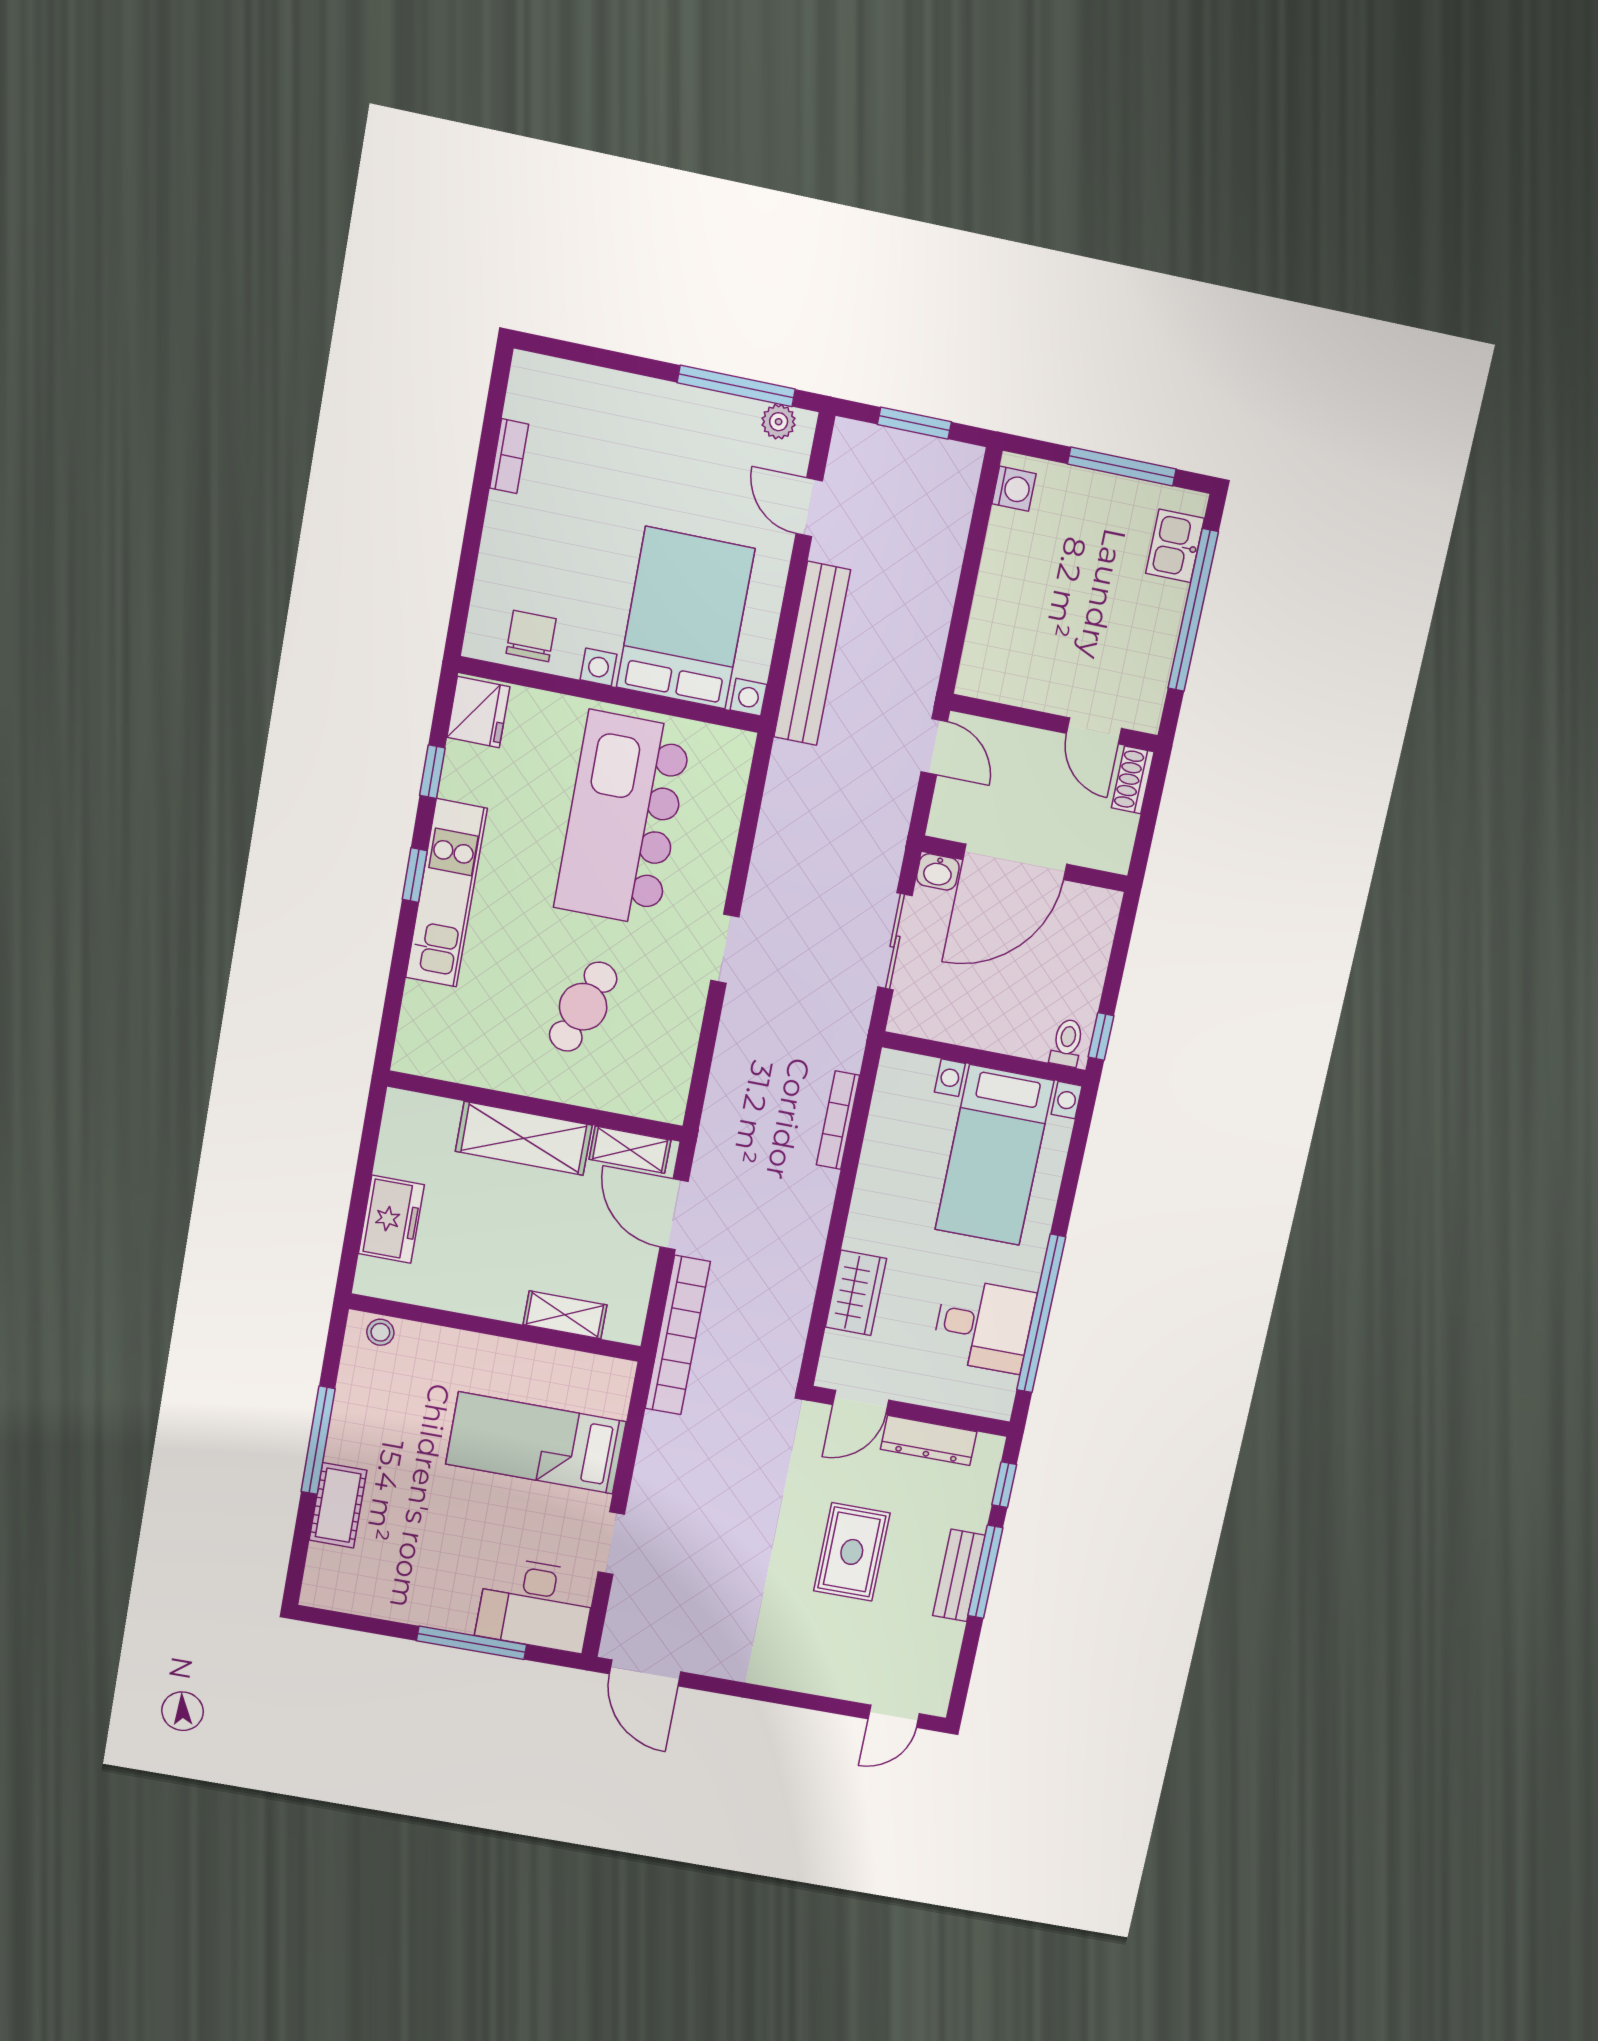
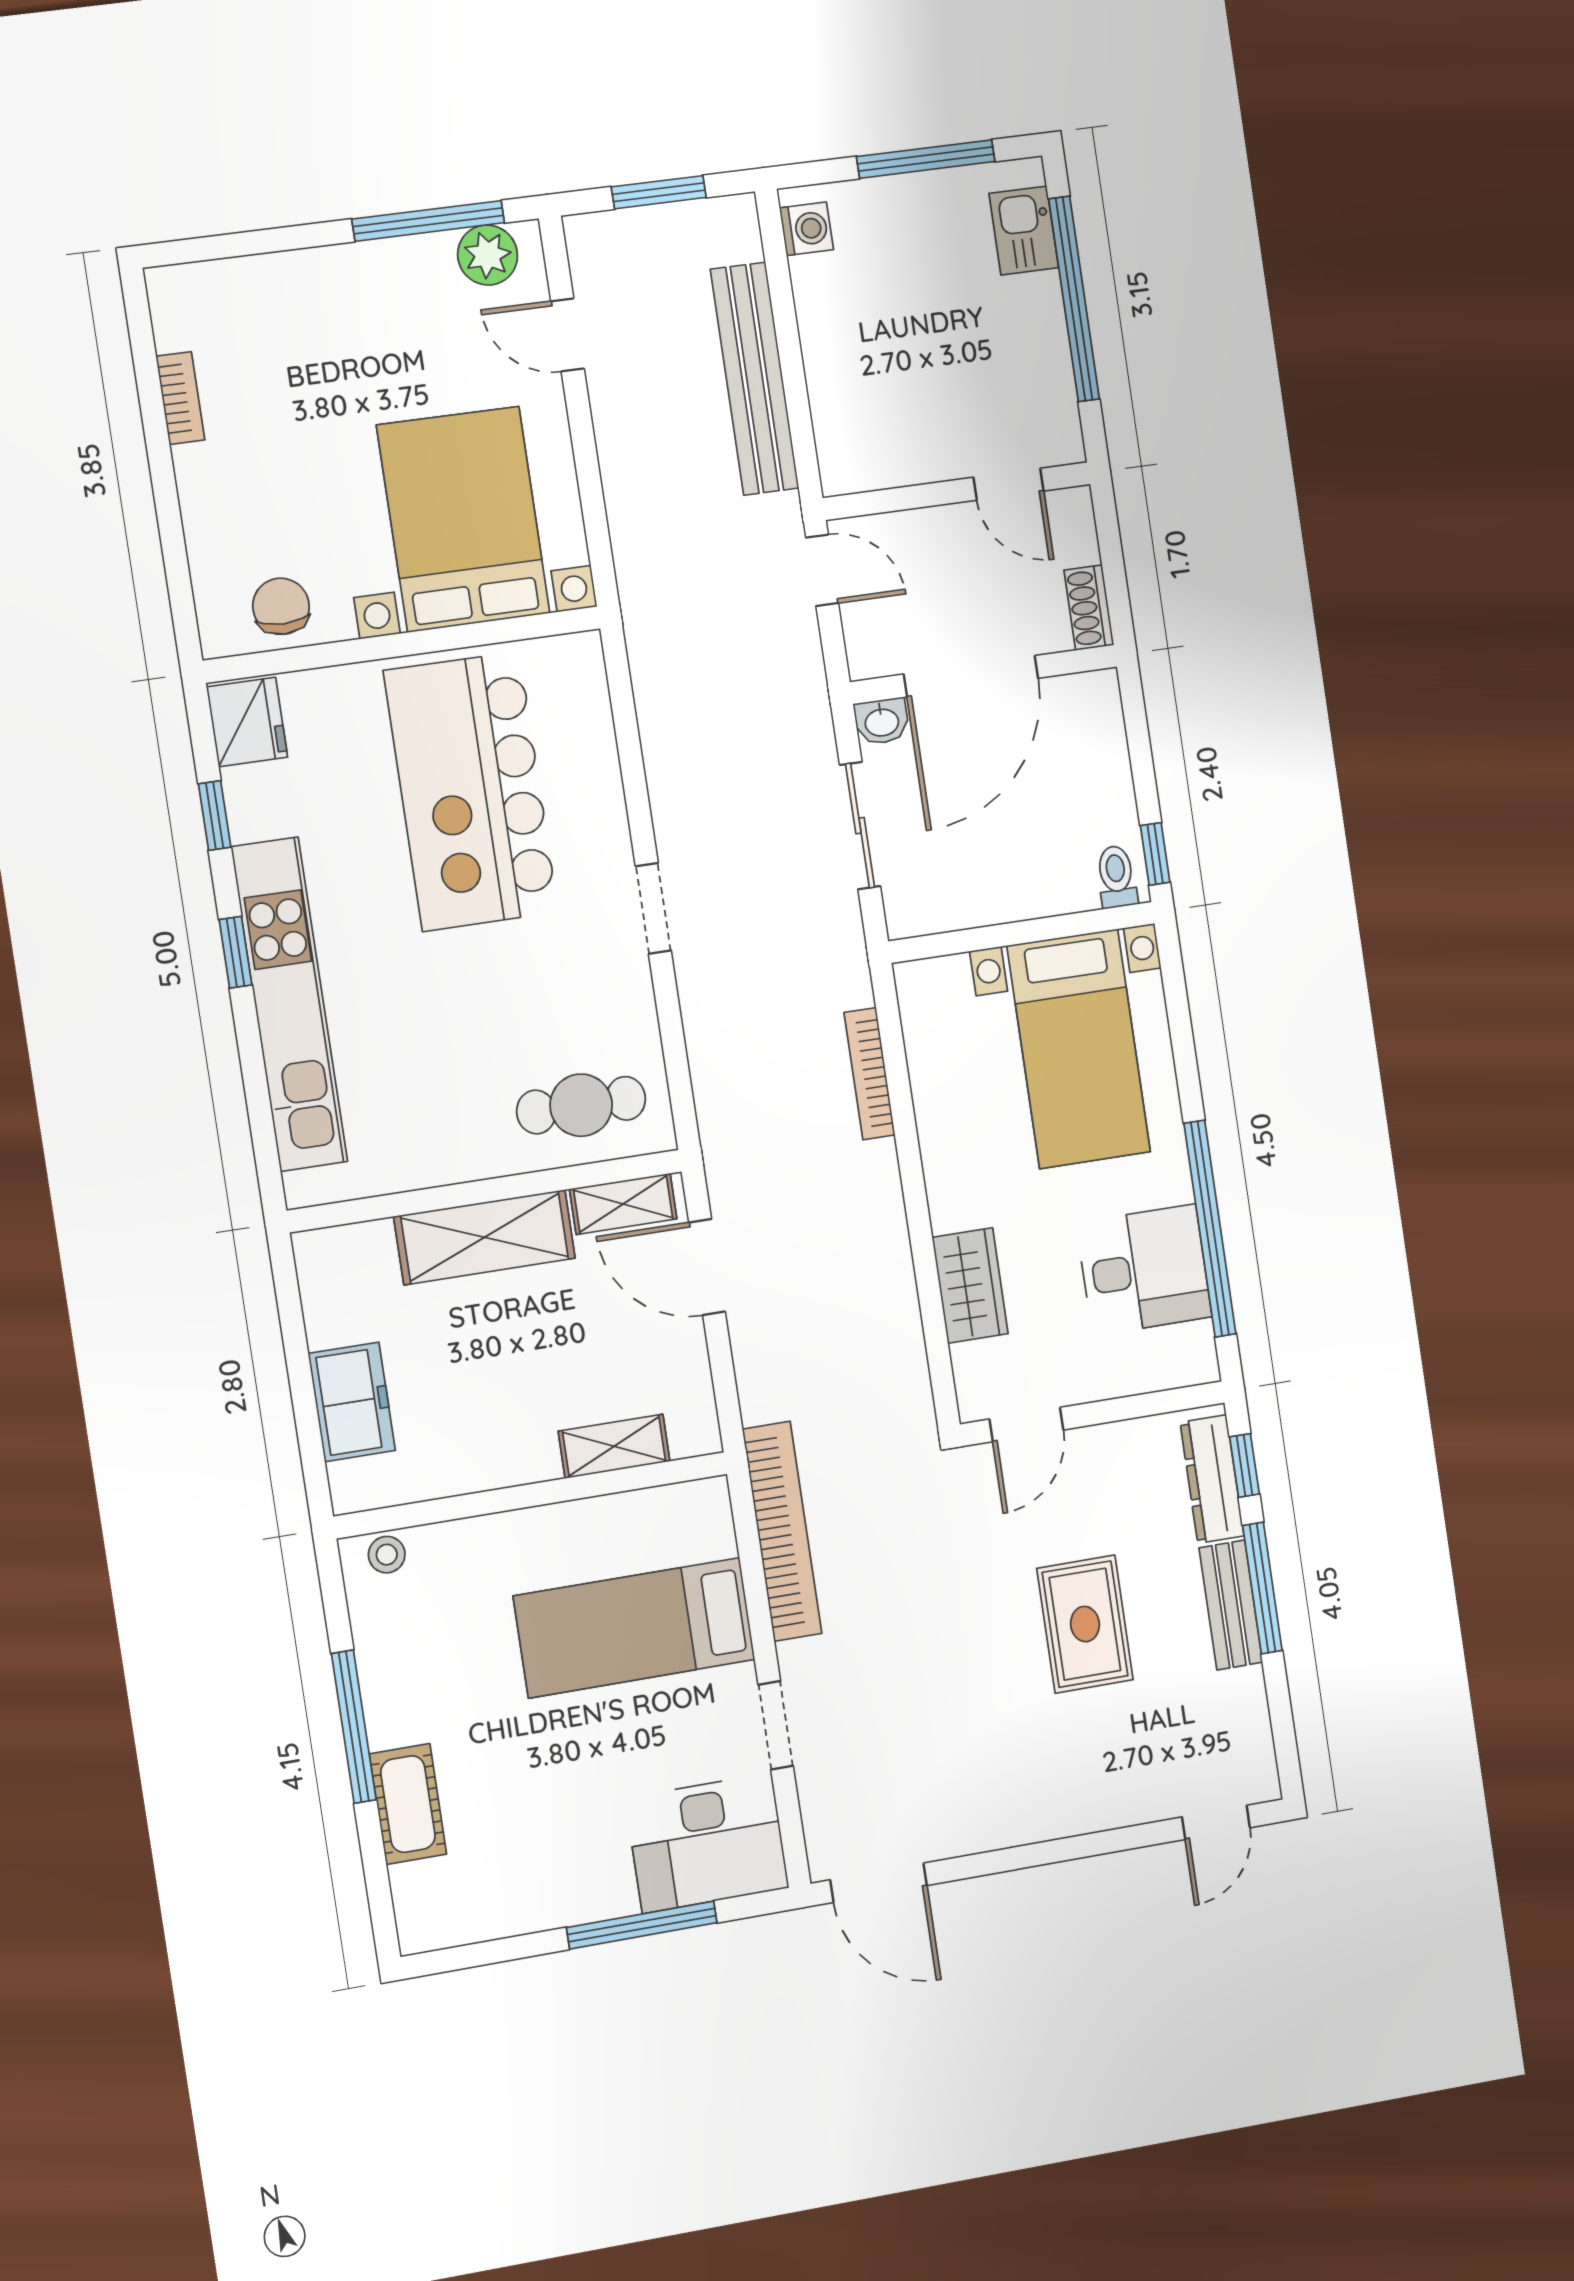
plant: (779, 422) -> (488, 255), width x1.38, depth x1.38
bench: (812, 654) -> (755, 379), moved
shoe rack: (1133, 780) -> (1089, 608), moved
kitchen unit: (446, 893) -> (289, 1004), width x1.36
cafe table: (583, 1007) -> (581, 1105), moved, turned 70
bookcase: (678, 1335) -> (782, 1531), moved
dresser: (929, 1440) -> (1212, 1479), moved, turned 90

